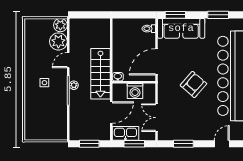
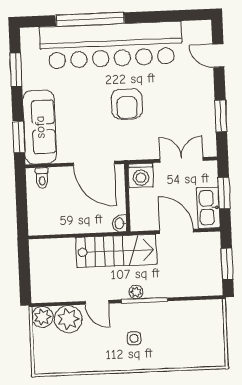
armchair: (193, 84) -> (127, 104), turned -131
washing machine: (135, 91) -> (141, 175), moved, turned 90
double door: (157, 118) -> (182, 160), swing flipped

